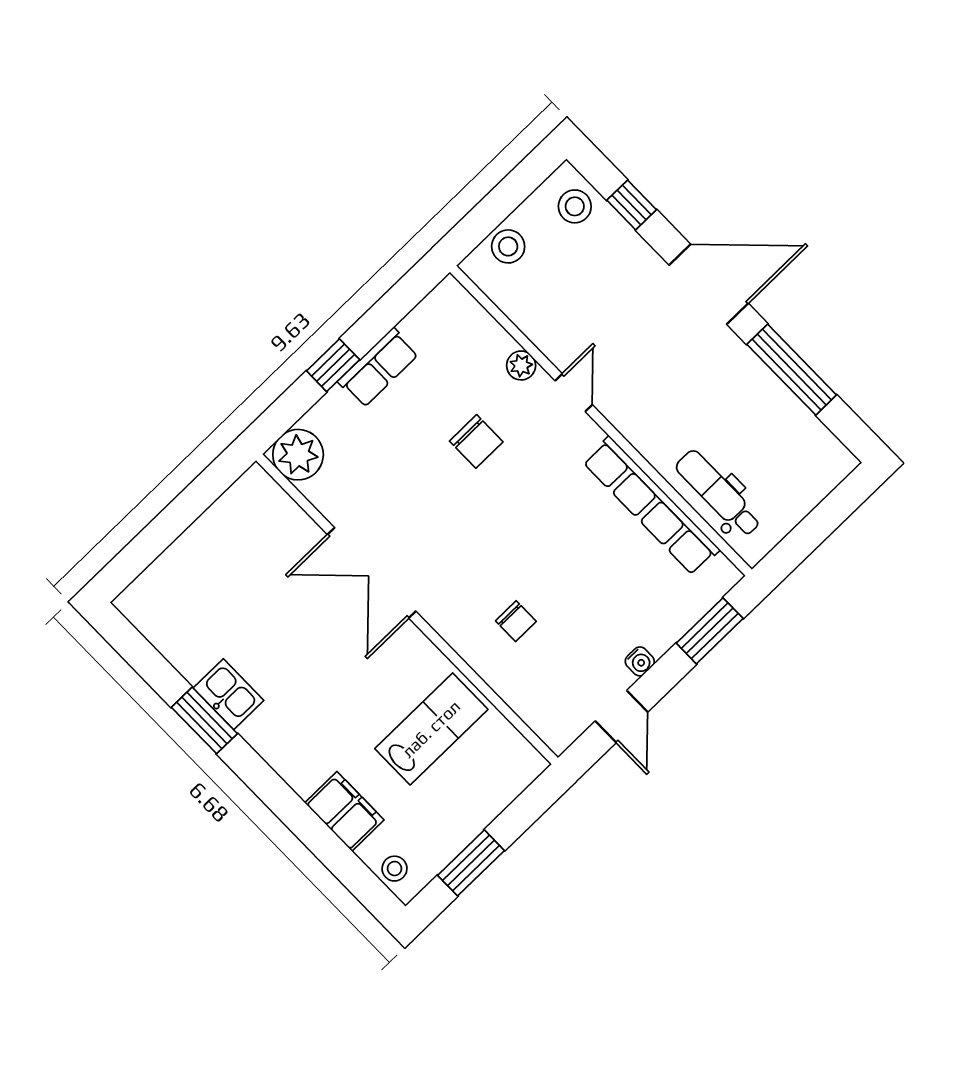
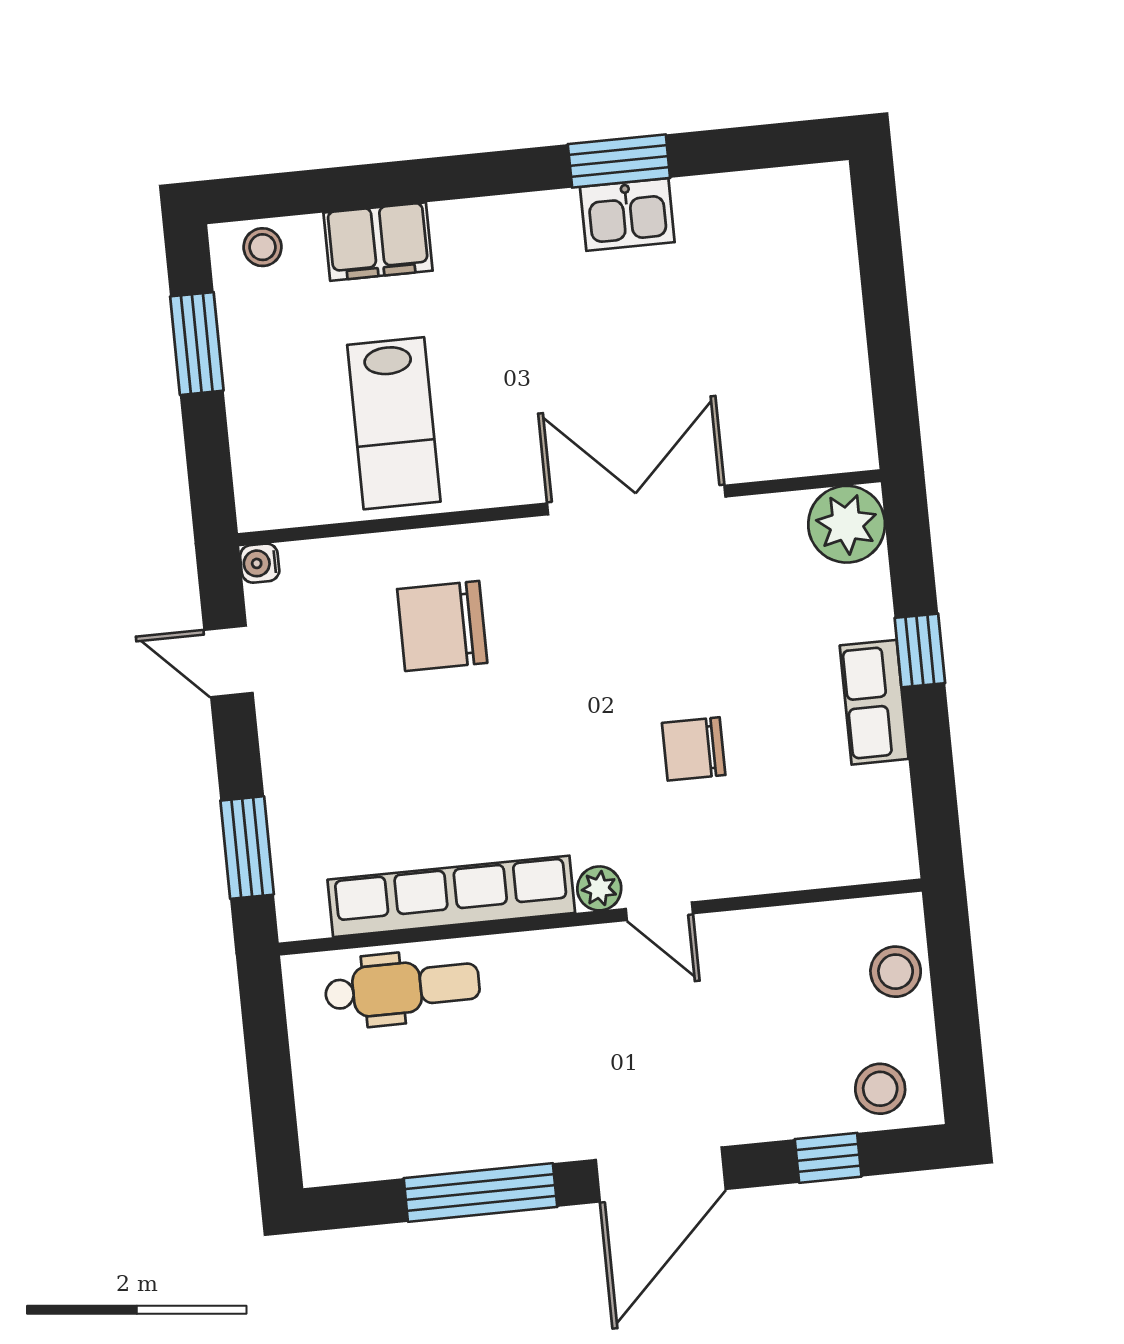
plant: (521, 365) -> (599, 888), moved
chair: (516, 621) -> (442, 626), width x1.87, depth x1.87
water cooler: (640, 661) -> (260, 563), moved

